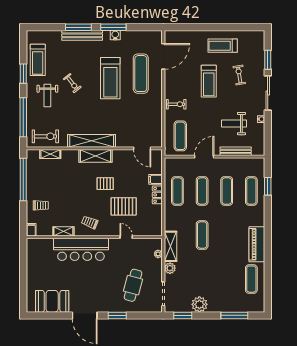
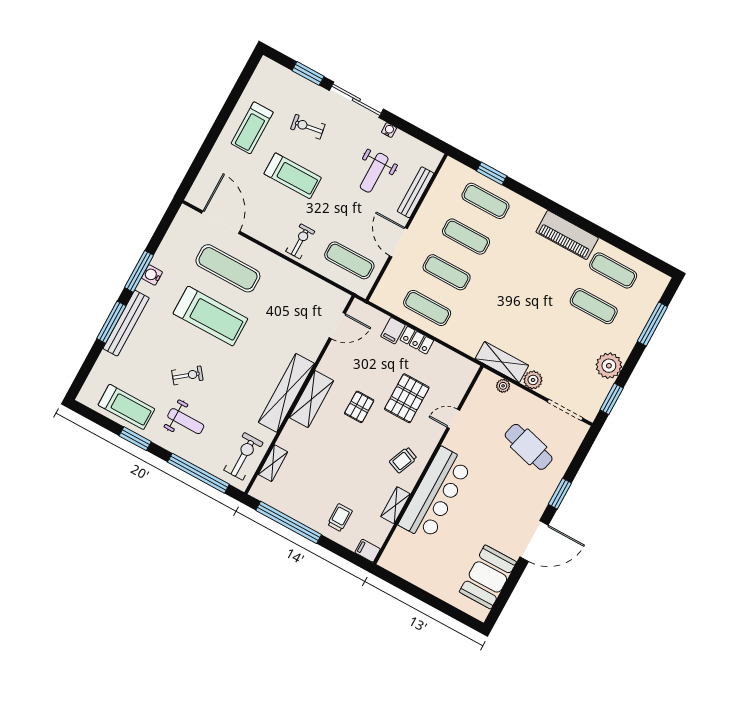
exercise mat: (202, 235) -> (594, 306), moved

